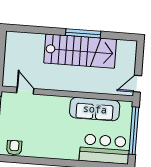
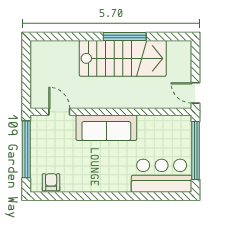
door: (137, 84) -> (196, 93), hinge flipped
sofa: (95, 109) -> (106, 128), moved

